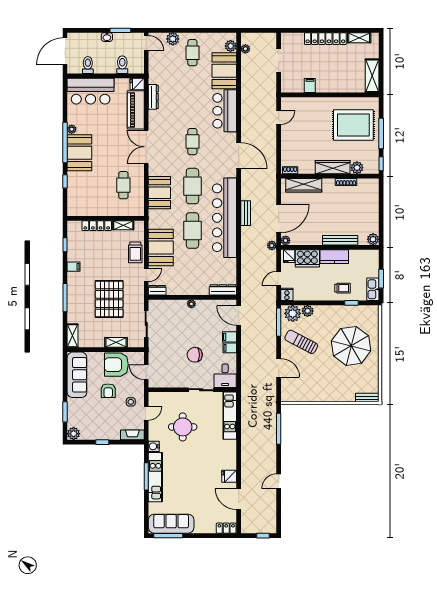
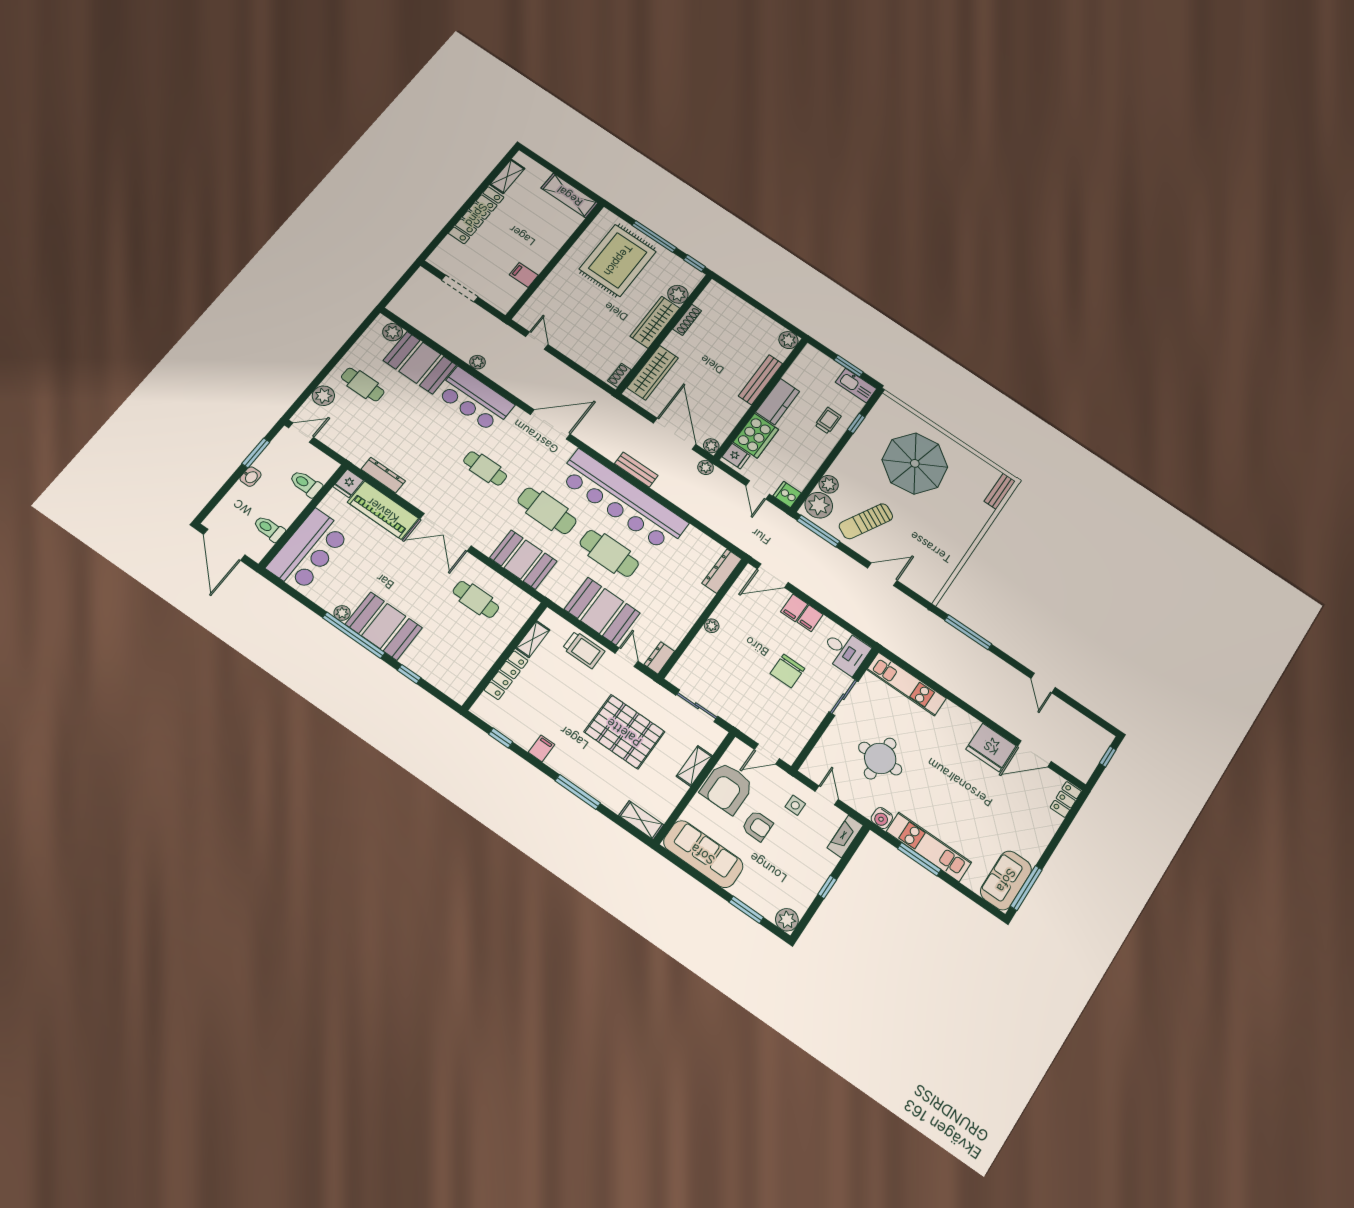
plant: (245, 49) -> (478, 362), moved
fridge: (229, 476) -> (991, 748), width x1.88, depth x1.34
sofa: (171, 524) -> (1006, 880), width x0.73

